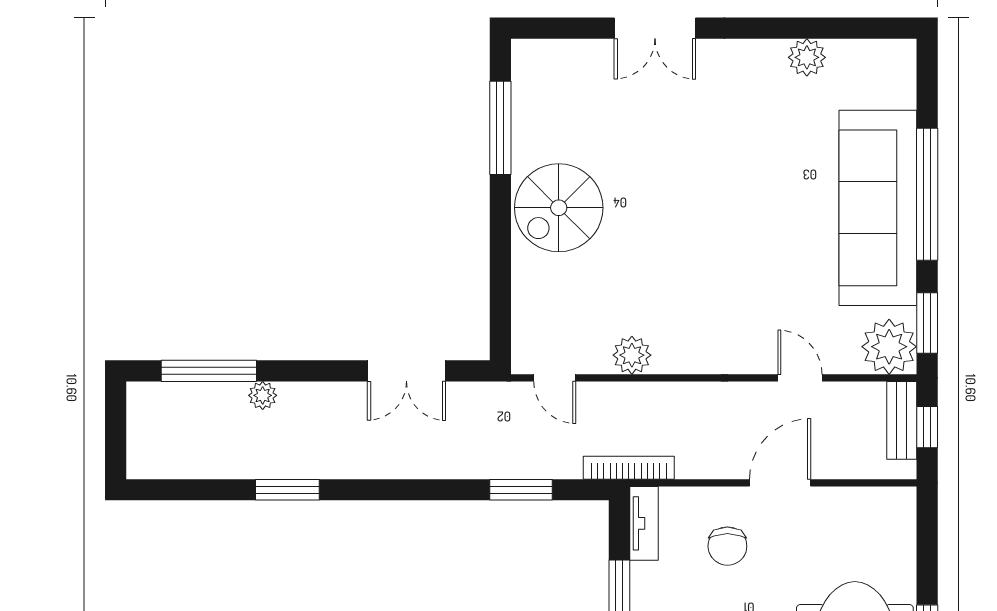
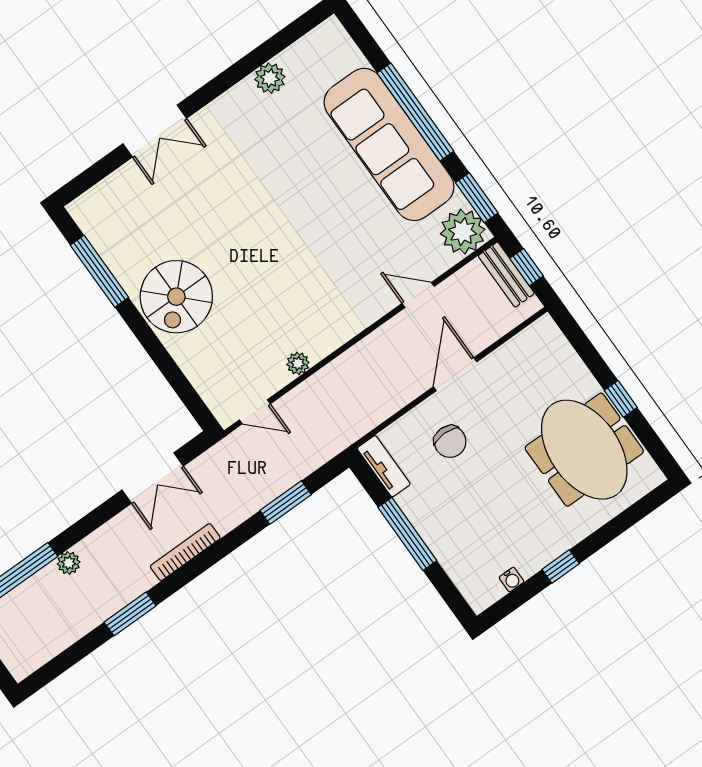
plant: (632, 355) -> (298, 363), width x0.73, depth x0.73
bookcase: (629, 468) -> (185, 552), moved

